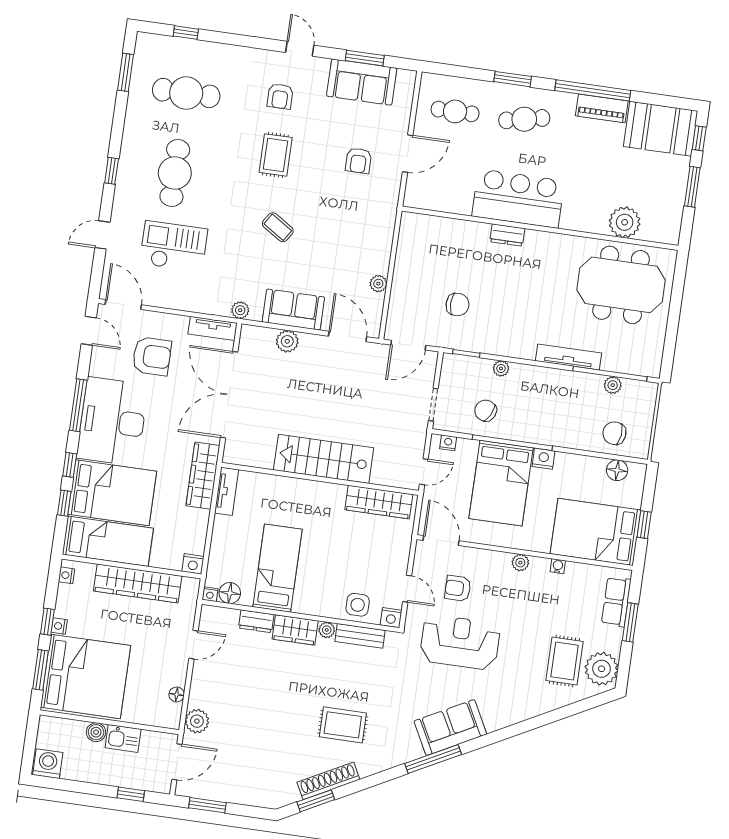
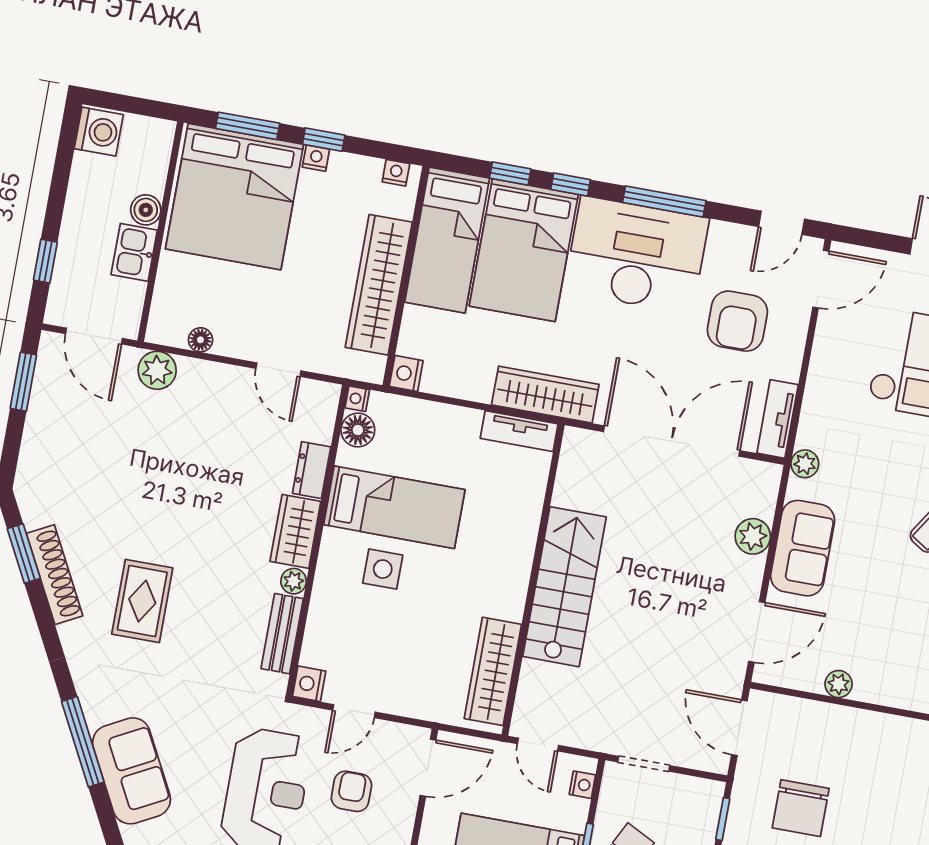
chair: (457, 304) -> (801, 808), width x1.37, depth x1.37
side table: (358, 605) -> (383, 569), moved

